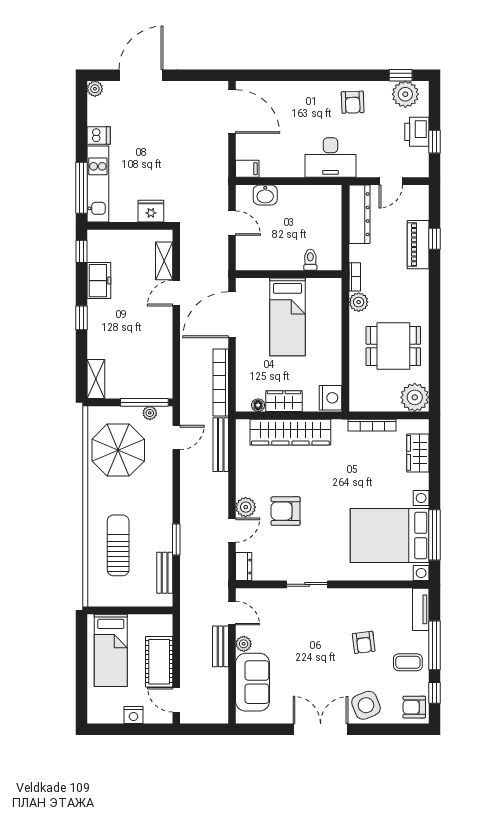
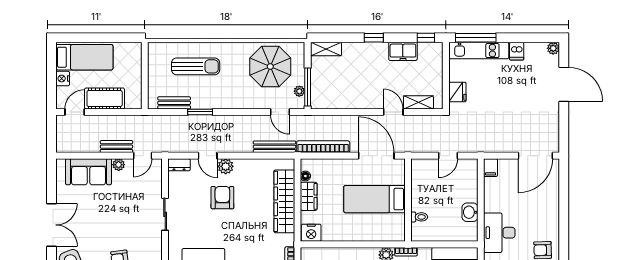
washbasin: (265, 195) -> (470, 212), moved
bed: (111, 650) -> (84, 57), moved, turned 180

